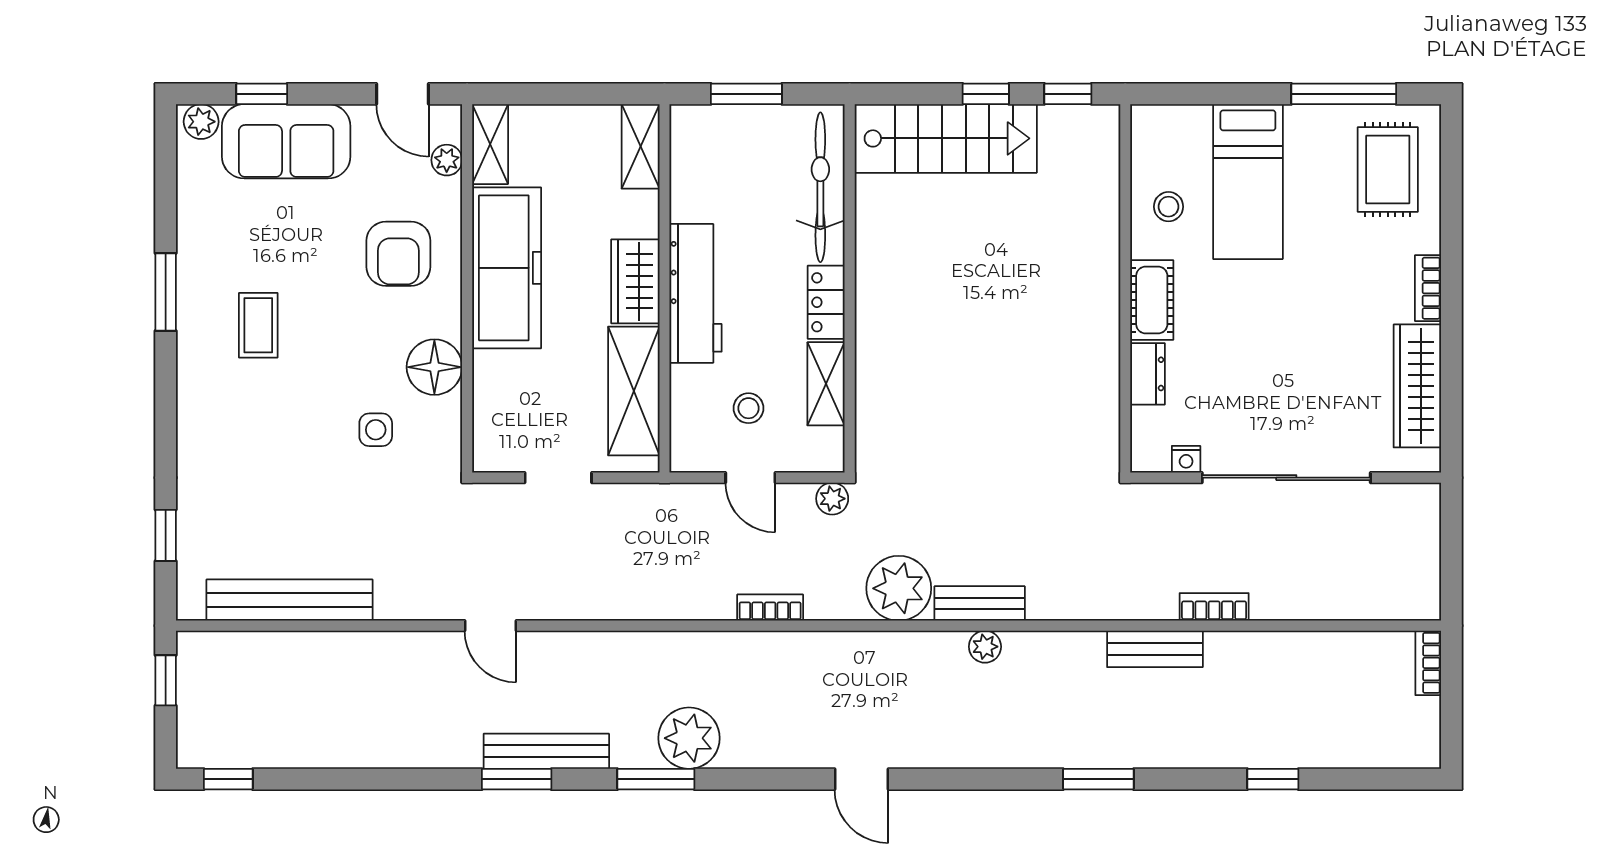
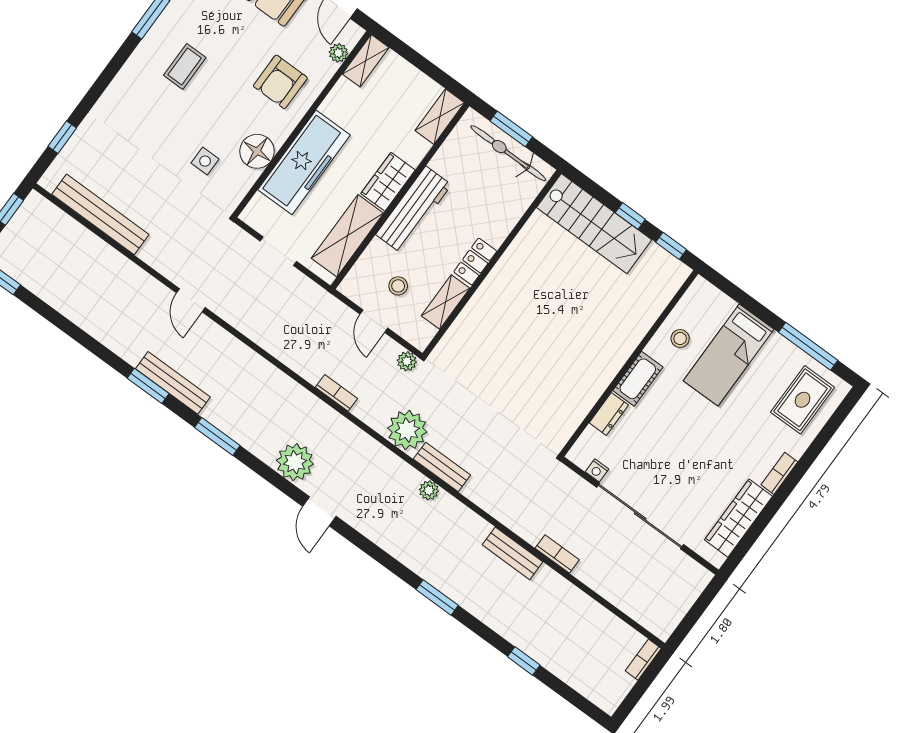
bicycle: (820, 187) -> (508, 153), moved, turned -90
freezer: (507, 268) -> (304, 162), moved
plant: (689, 738) -> (295, 462), moved

